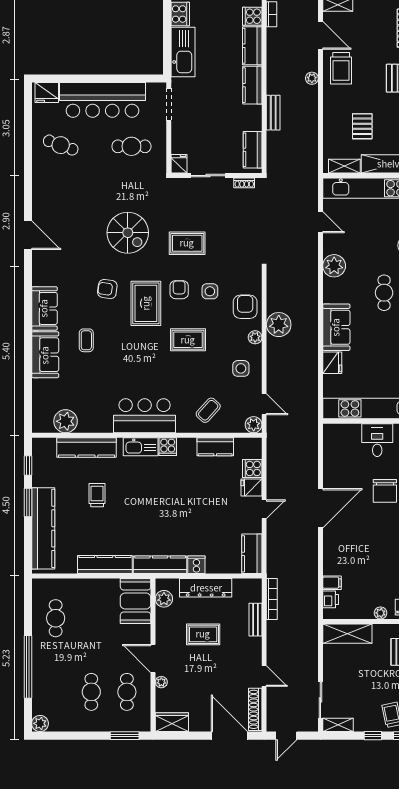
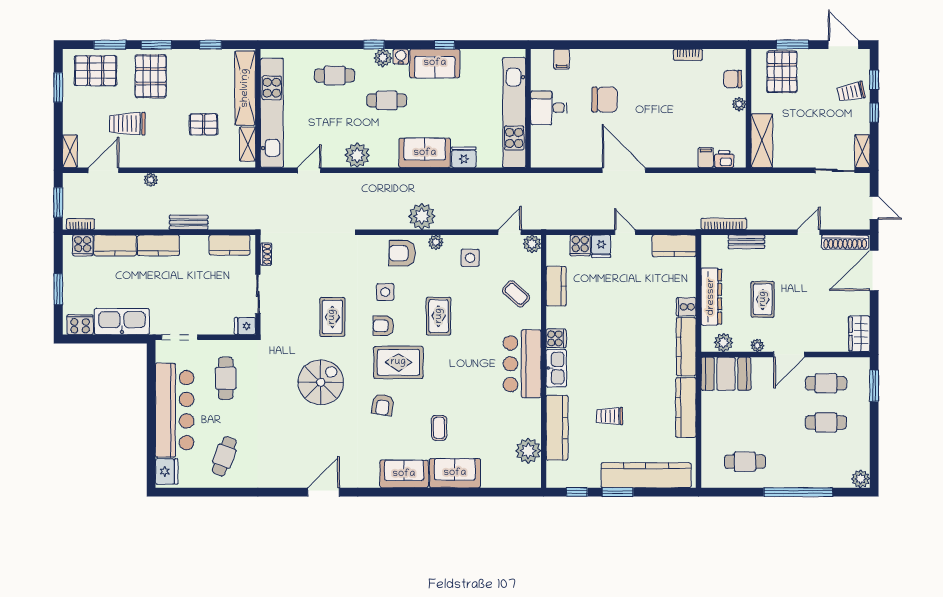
trolley: (341, 68) -> (127, 124), moved, turned 180
coffee table: (86, 340) -> (439, 428), turned 90
plant: (161, 682) -> (757, 345), moved

